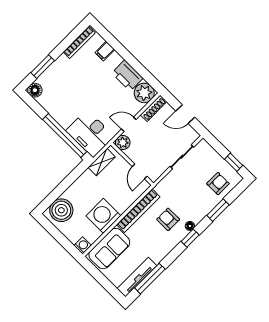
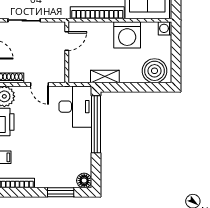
plant: (123, 143) -> (58, 75), removed
shelving: (102, 162) -> (105, 77), moved

